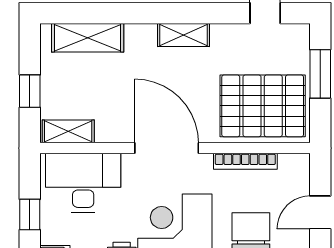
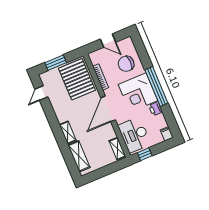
shelving: (184, 35) -> (68, 132), moved
window: (30, 91) -> (108, 170), removed
window: (30, 214) -> (145, 154), moved

